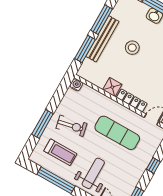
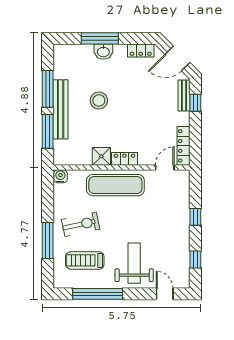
locker: (132, 100) -> (124, 159), width x0.66
exercise mat: (117, 133) -> (115, 185), moved
treadmill: (60, 152) -> (85, 260), turned 180

